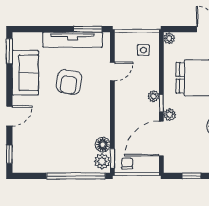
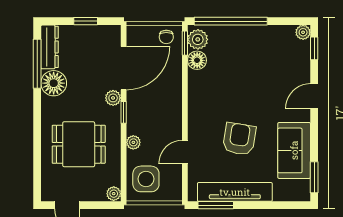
side table: (143, 50) -> (146, 179), width x1.87, depth x1.87
plant: (153, 96) -> (133, 142), moved
plant: (18, 167) -> (303, 32), added

